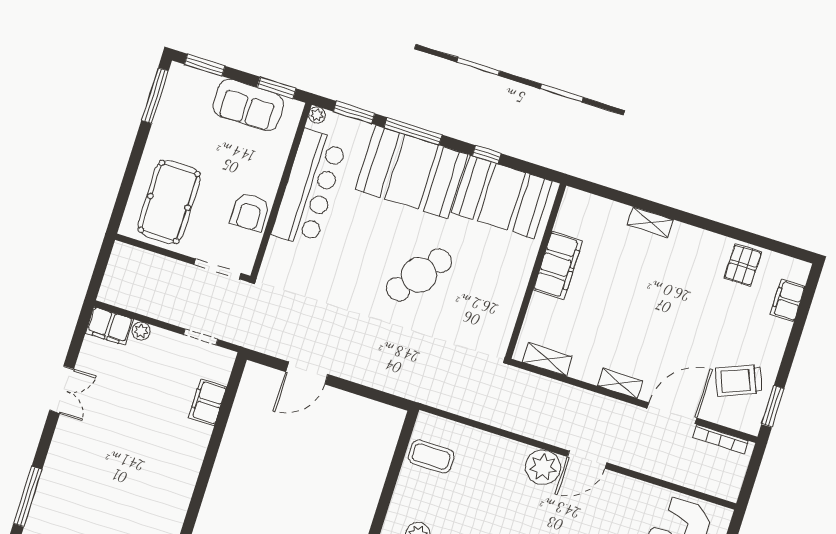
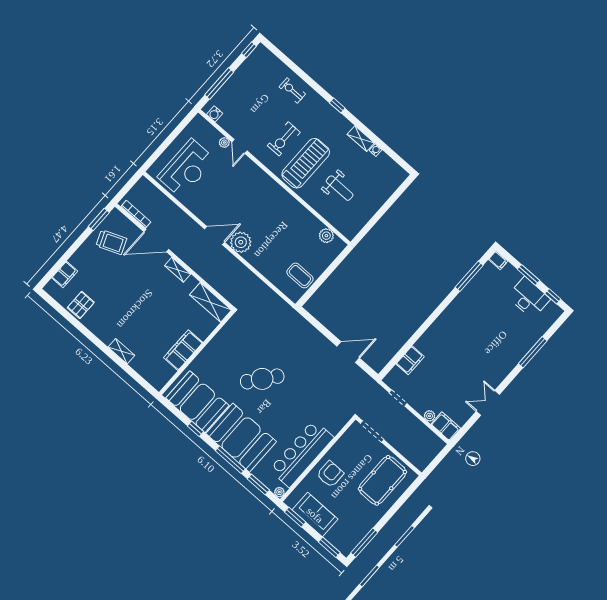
armchair: (250, 212) -> (330, 474), moved
shelving: (547, 359) -> (211, 302), width x1.50, depth x1.33

